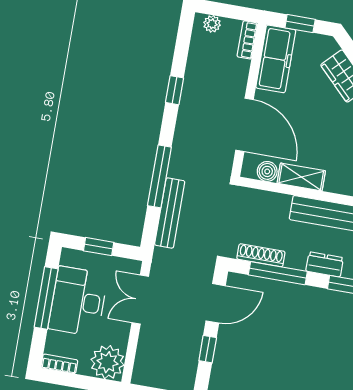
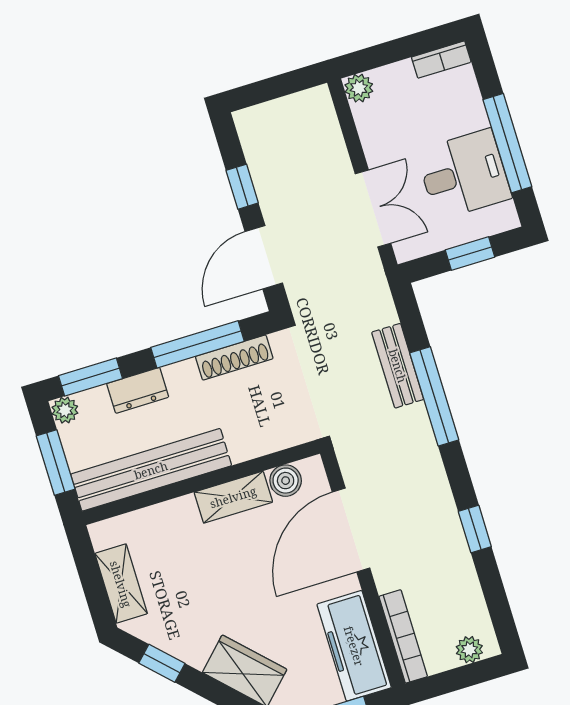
bookcase: (247, 40) -> (403, 636), width x1.56
door: (244, 125) -> (351, 530), hinge flipped
bench: (170, 213) -> (398, 366), width x0.73
desk: (78, 301) -> (464, 174), width x0.73
plant: (107, 362) -> (359, 88), width x0.53, depth x0.53

